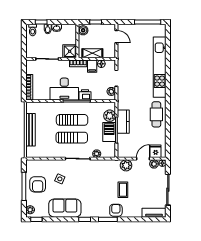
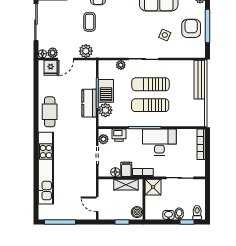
printer: (85, 95) -> (119, 135), moved
bench: (31, 130) -> (200, 80), moved

